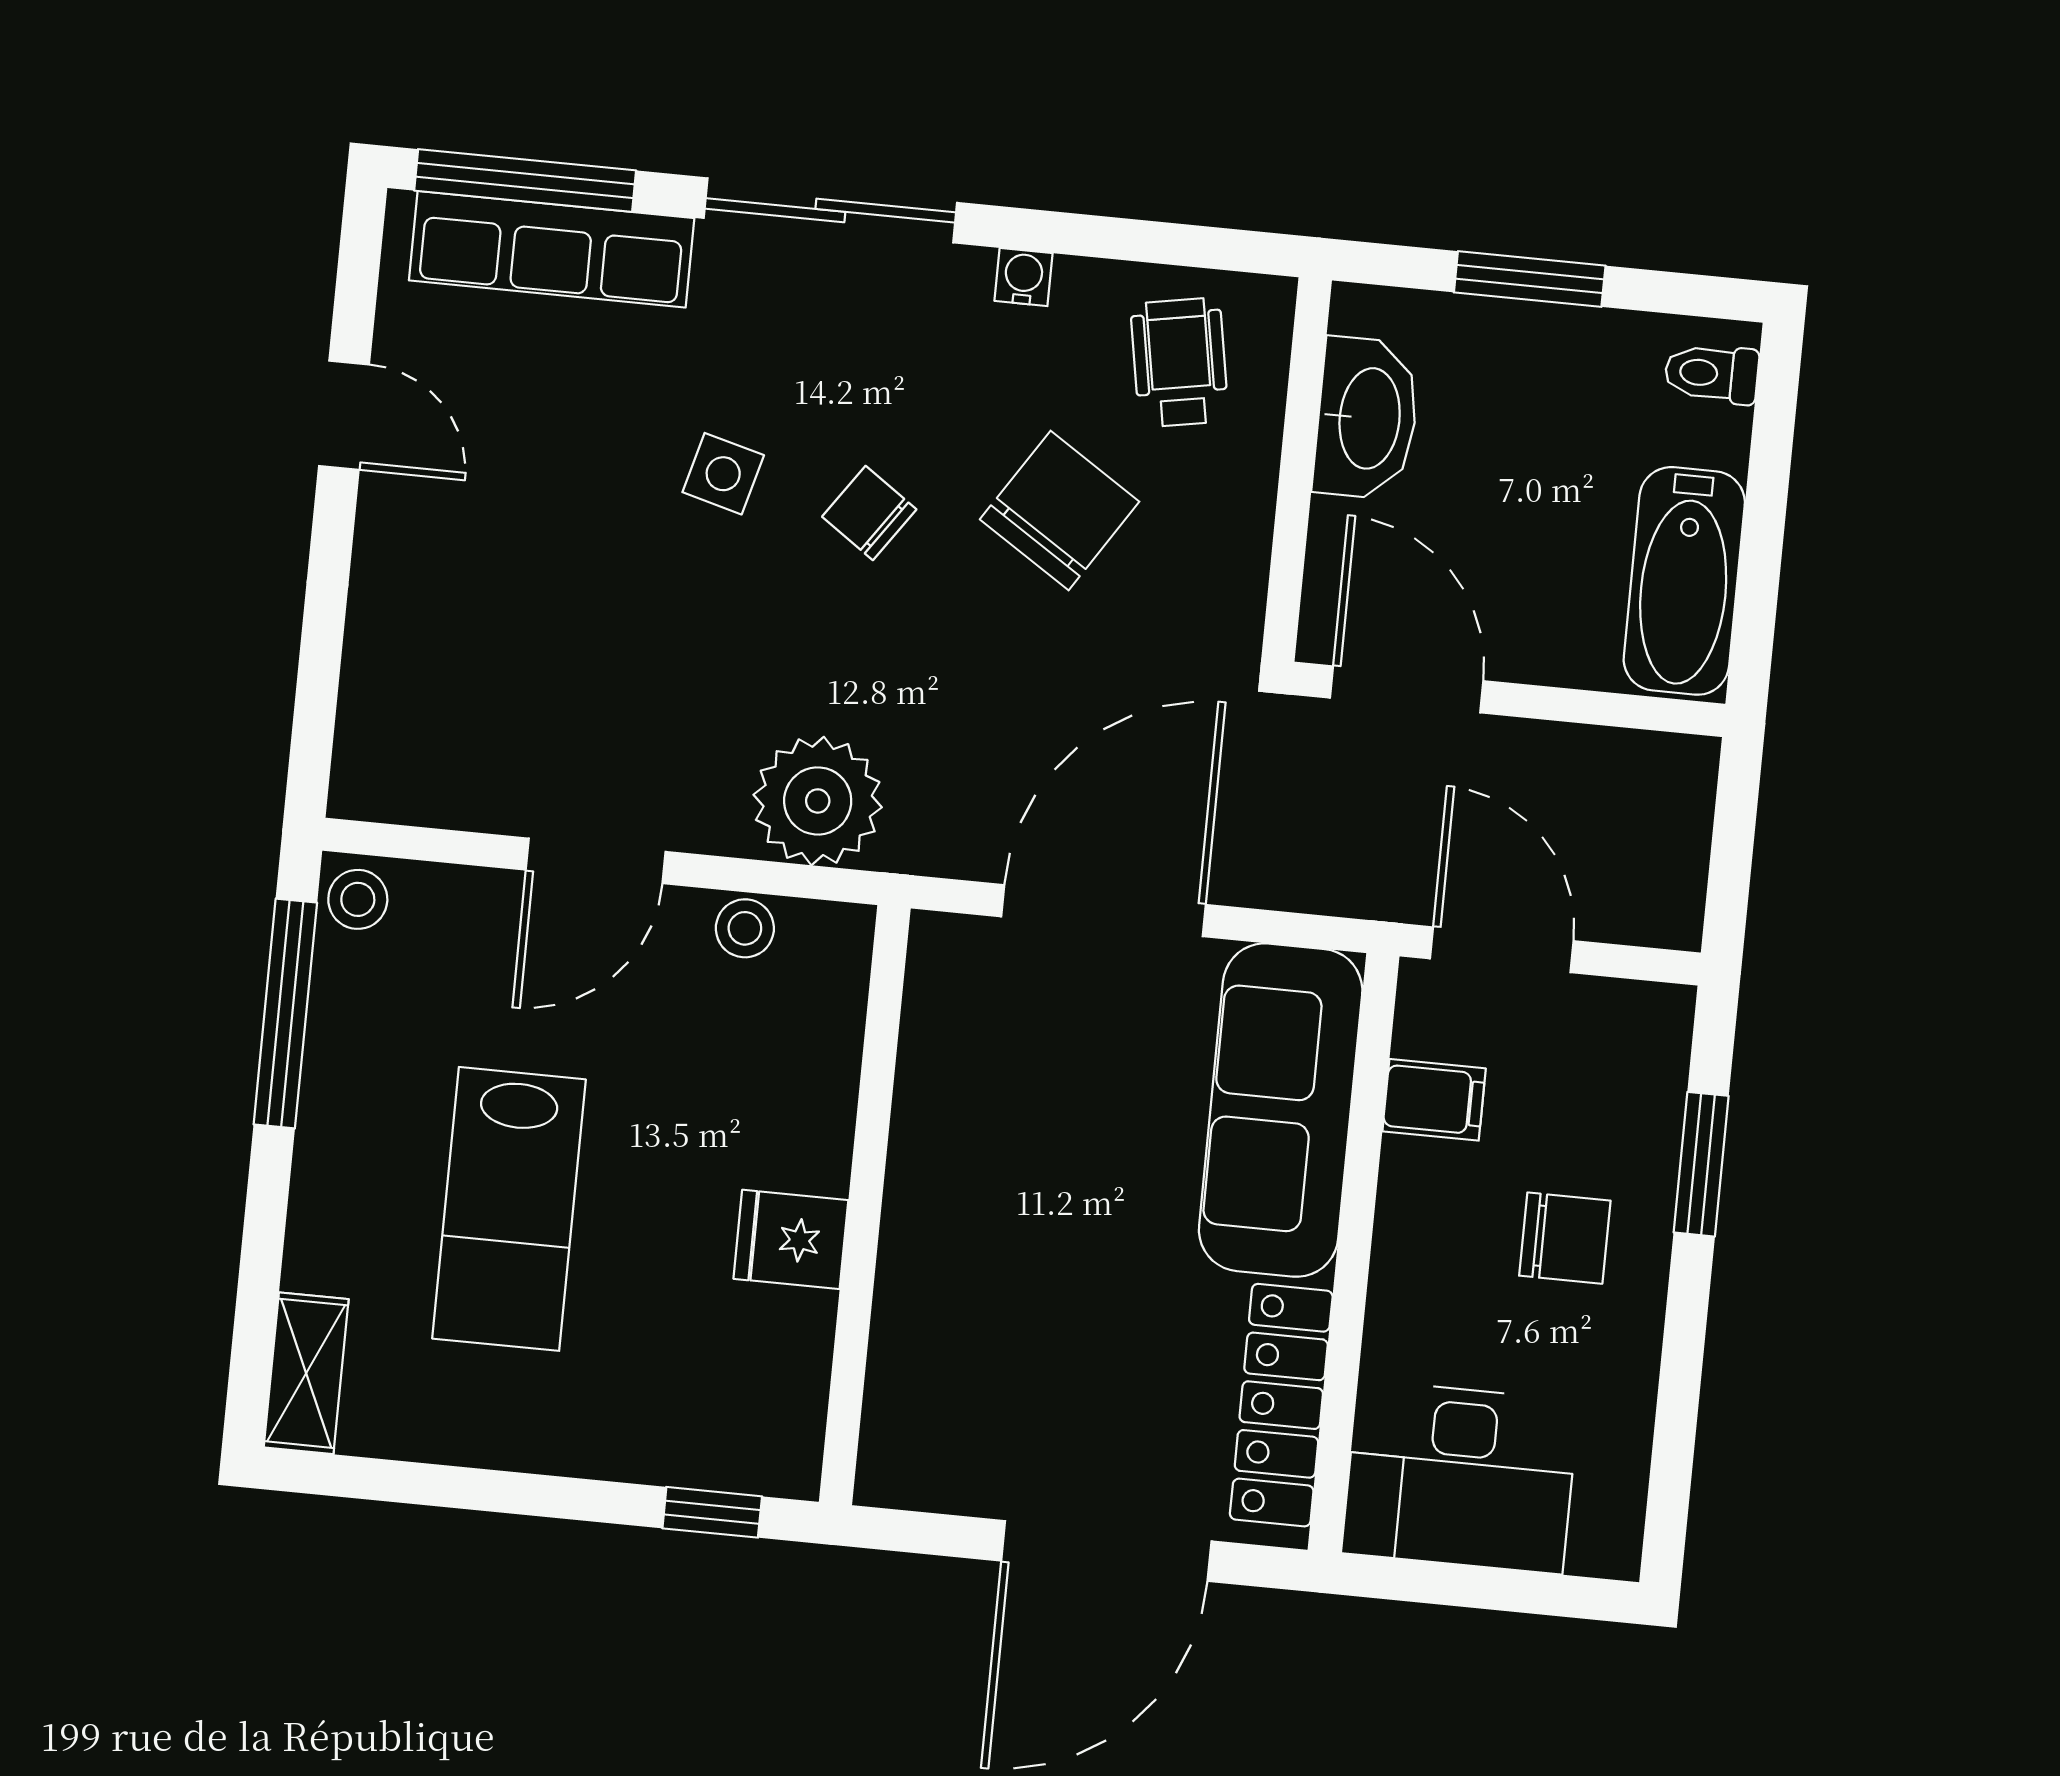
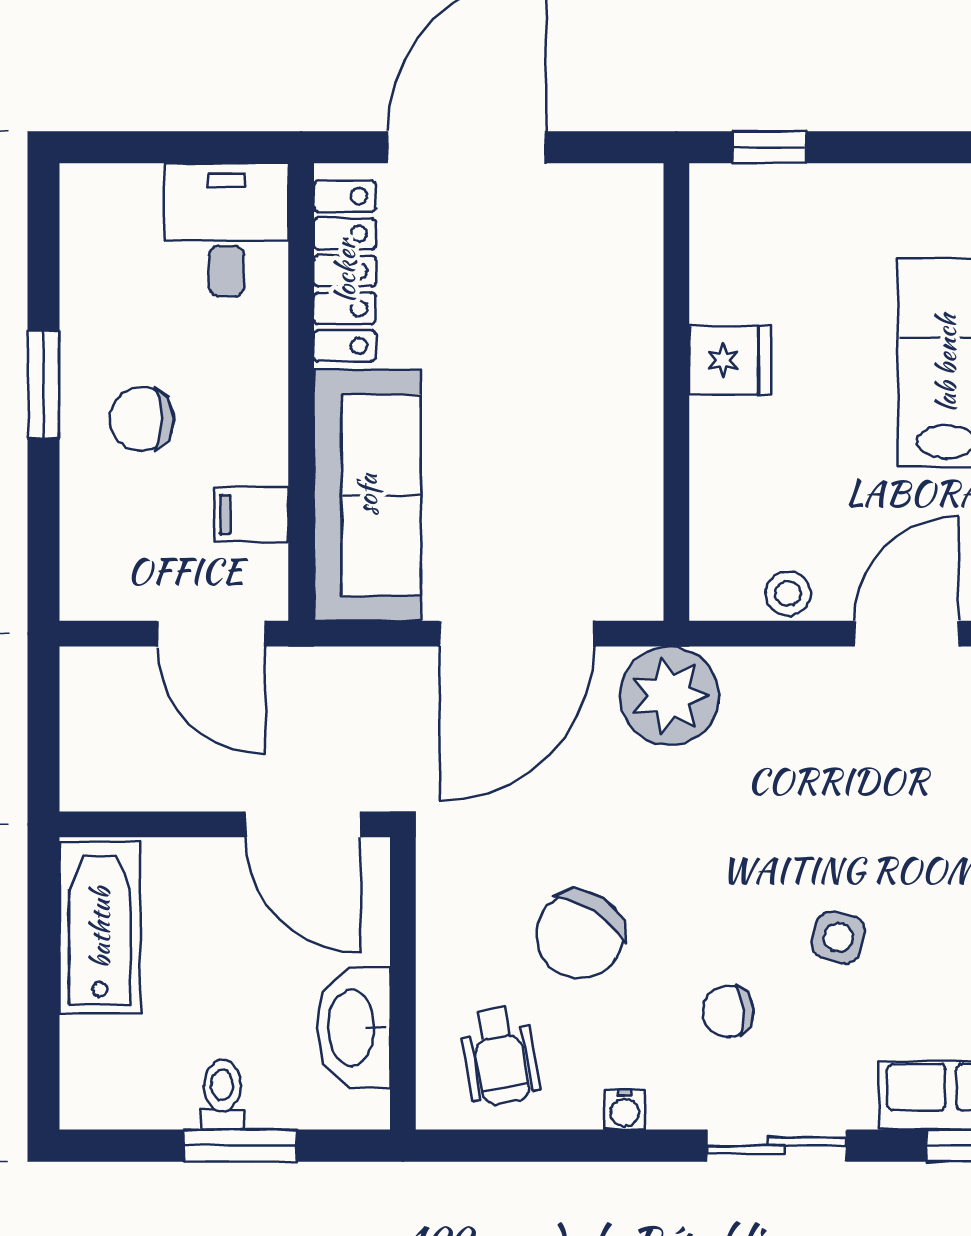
sliding door: (830, 210) -> (777, 1146), width x0.73
toilet: (1712, 374) -> (222, 1095), moved, turned -90
chair: (869, 513) -> (728, 1011), moved, turned 140
plant: (818, 801) -> (670, 696), moved
window: (1701, 1164) -> (44, 384), moved
desk: (1460, 1477) -> (226, 230), width x0.73

